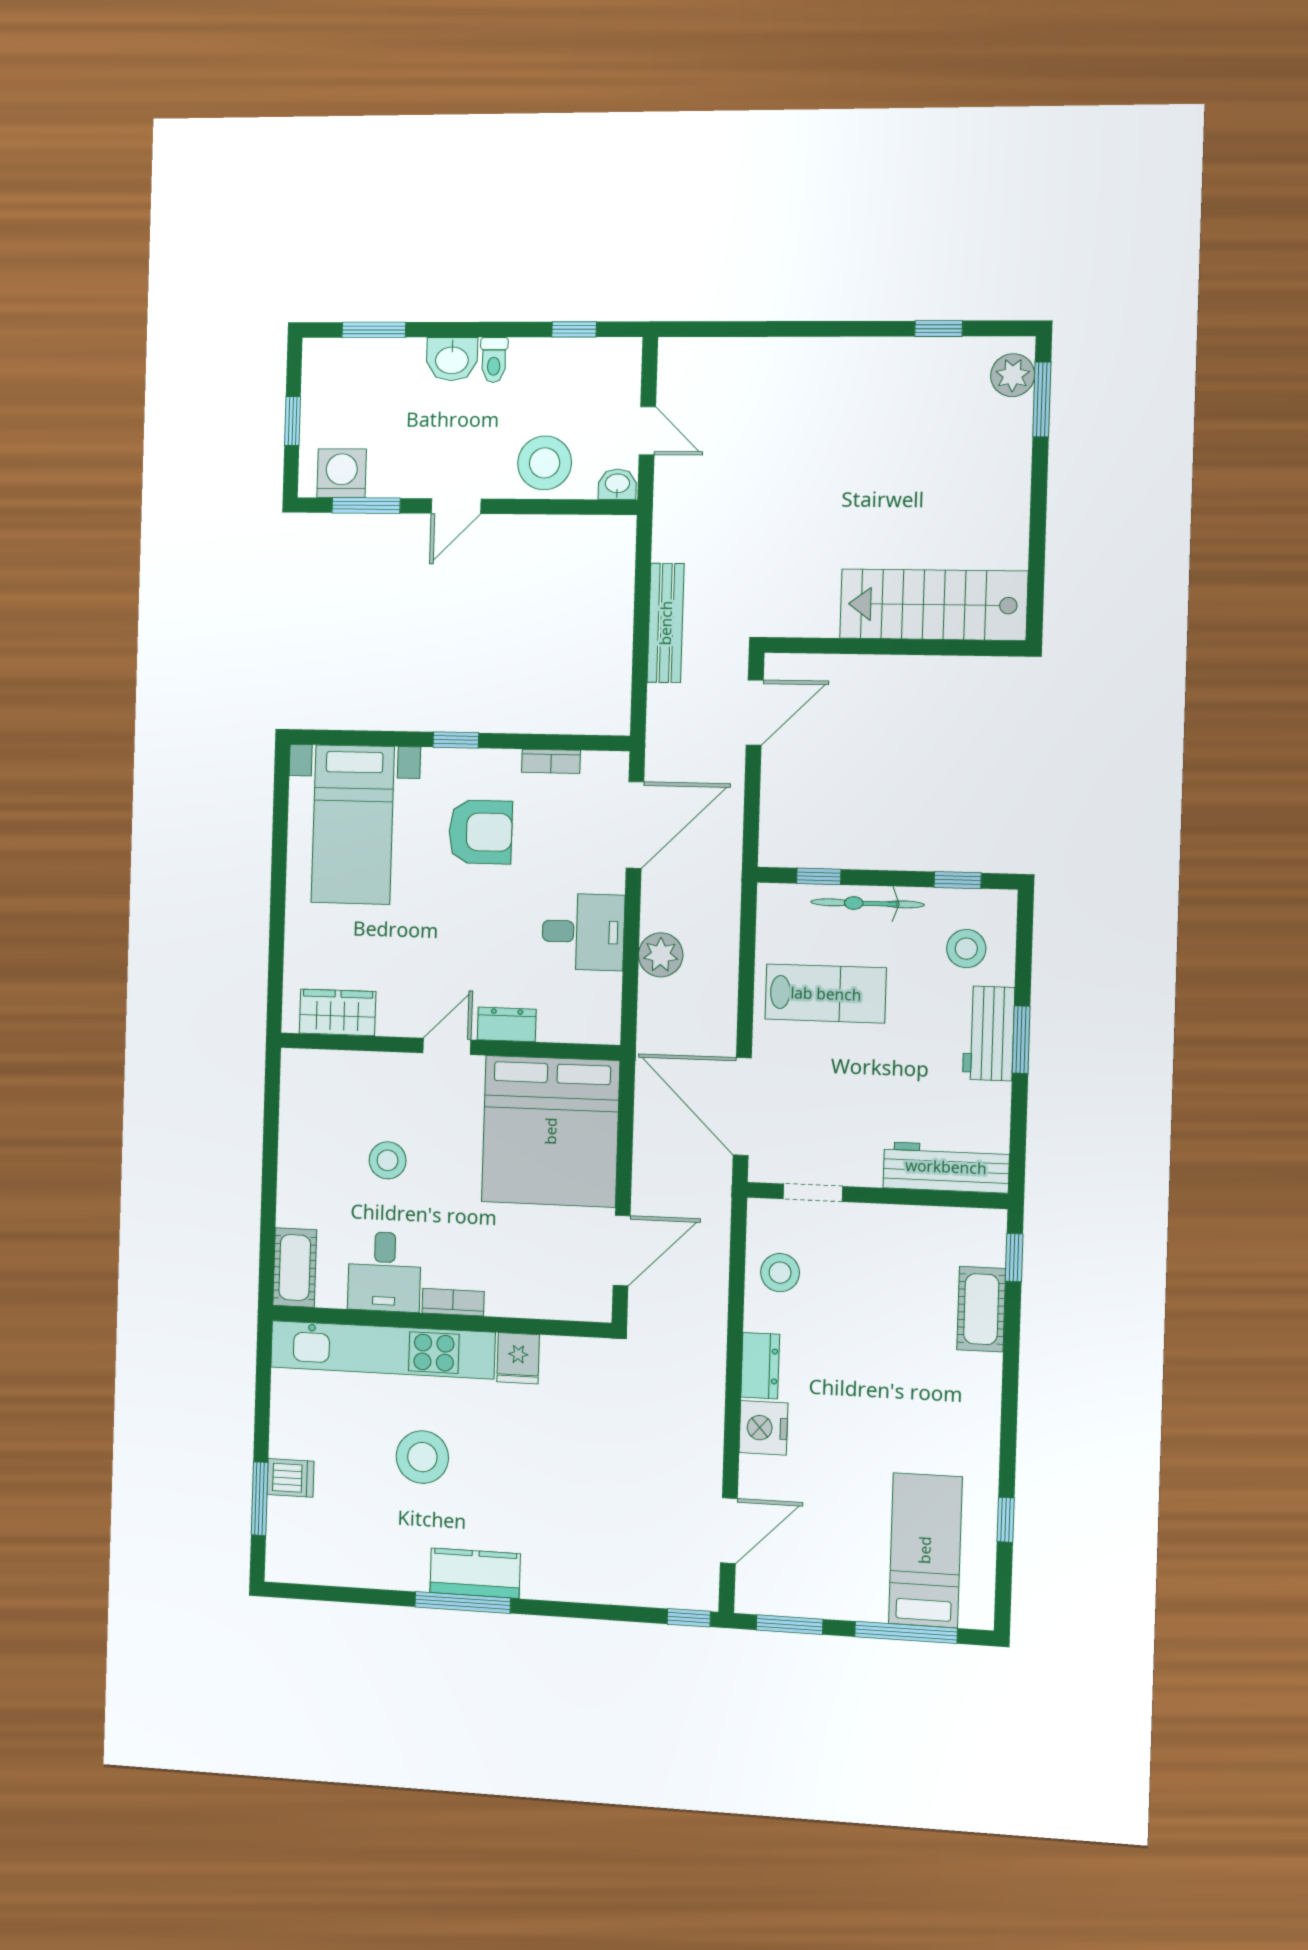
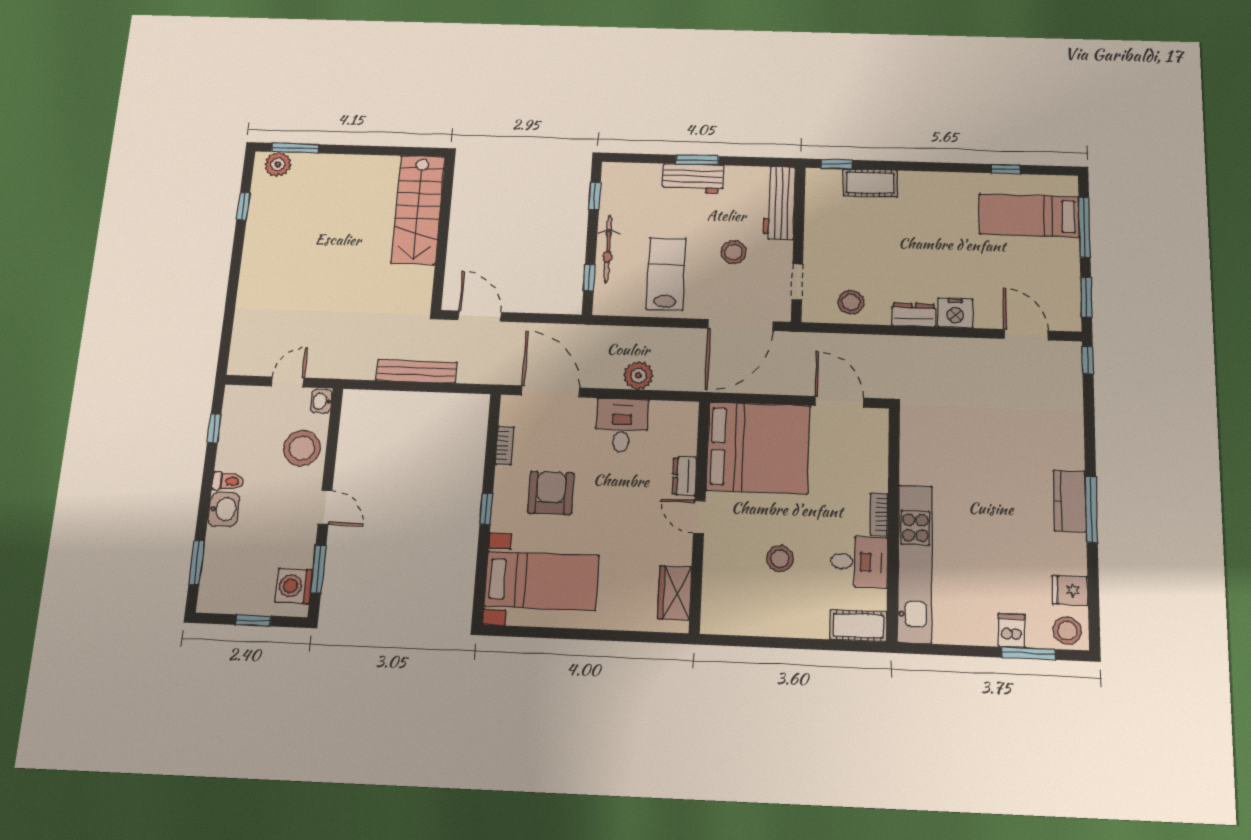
stool: (966, 949) -> (733, 252), moved
fridge: (518, 1358) -> (1070, 590), moved, turned 180
stool: (422, 1457) -> (1067, 631), moved, width x0.73, depth x0.73

